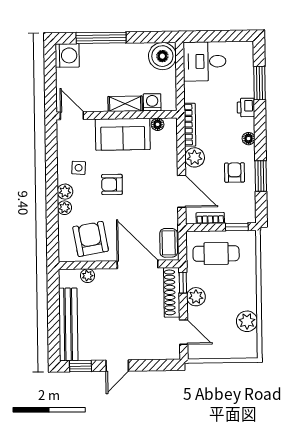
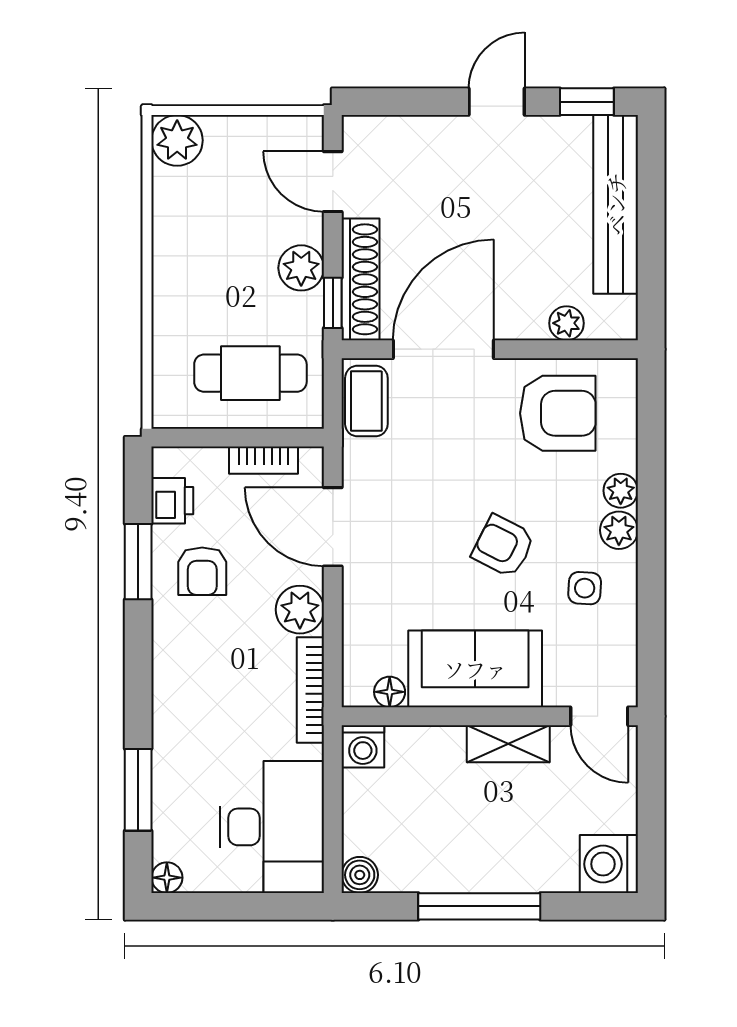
window: (101, 38) -> (479, 906), moved
boiler: (162, 56) -> (360, 875), width x0.54, depth x0.54
desk: (205, 61) -> (272, 827), width x1.37
washing machine: (152, 102) -> (363, 746), moved
shelving: (125, 104) -> (508, 744), moved
printer: (246, 107) -> (172, 501), moved
floor lamp: (249, 139) -> (167, 878), moved
armchair: (112, 184) -> (503, 546), turned -153
window: (237, 227) -> (199, 438), removed
armchair: (91, 239) -> (558, 413), turned -80
door: (138, 264) -> (443, 349), swing flipped
plant: (247, 321) -> (177, 140), moved

